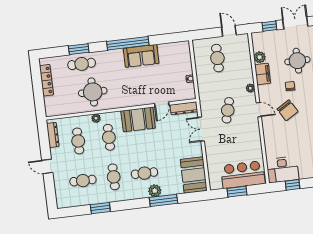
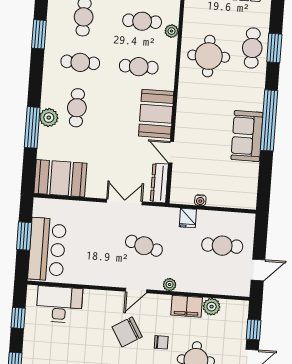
fridge: (204, 85) -> (188, 218), added
plant: (96, 118) -> (172, 31), moved
desk: (283, 170) -> (59, 304), moved, turned 90

